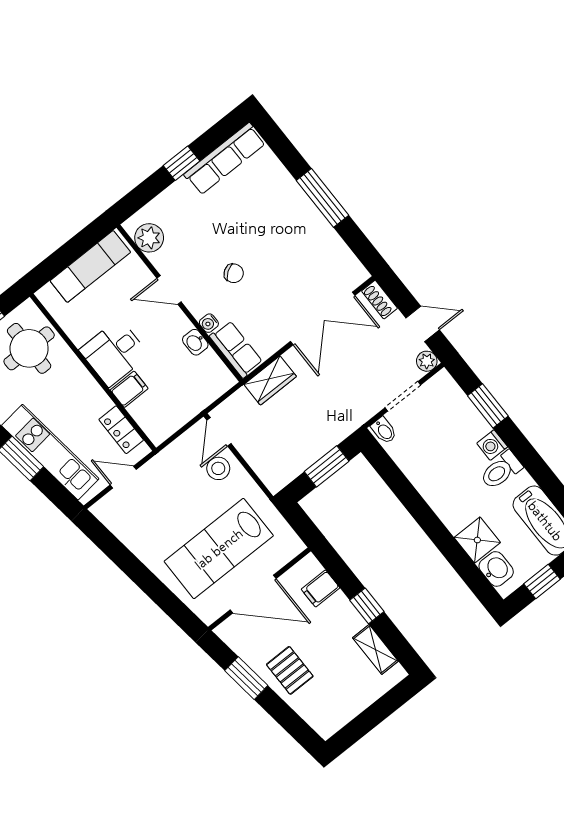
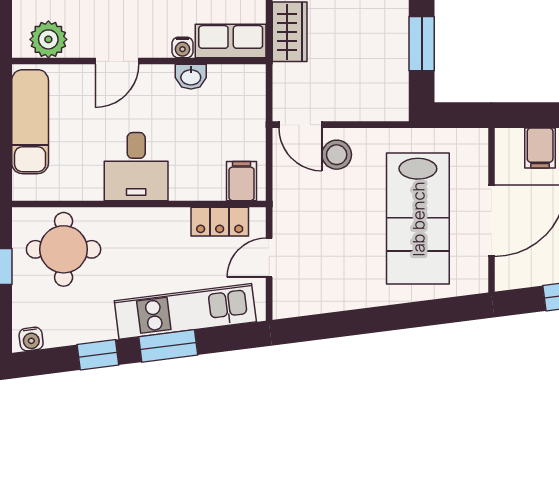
filing cabinet: (129, 389) -> (242, 181), moved

